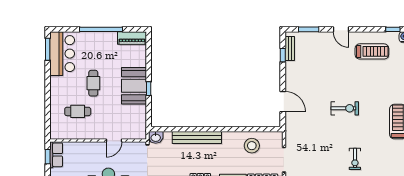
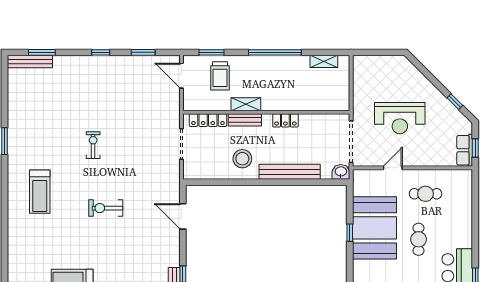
booth: (134, 86) -> (374, 228), width x1.36, depth x1.42
cafe table: (78, 111) -> (425, 194), moved
stool: (252, 146) -> (242, 159), moved

